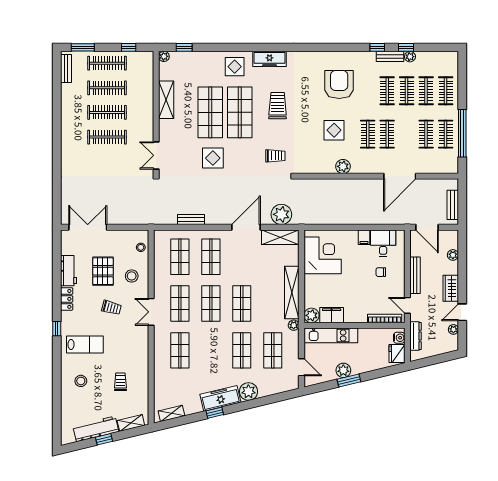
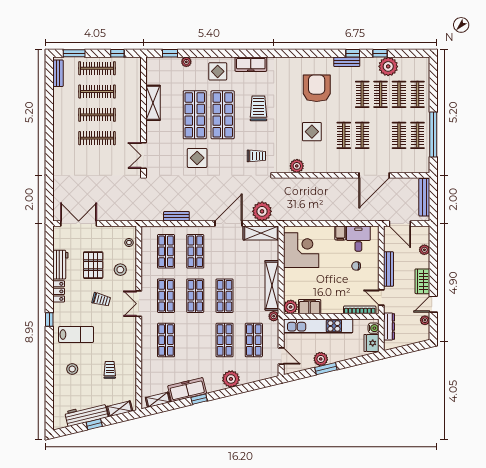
plant: (164, 56) -> (186, 62), moved
bench: (390, 56) -> (347, 62), moved
plant: (410, 57) -> (388, 66), width x1.88, depth x1.88
plant: (343, 166) -> (297, 166), moved
bench: (453, 205) -> (424, 197), width x1.36
kitchen unit: (331, 335) -> (318, 326), width x1.36
freezer: (220, 398) -> (187, 390), moved

